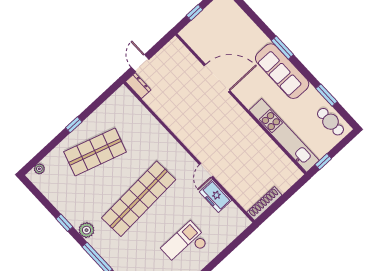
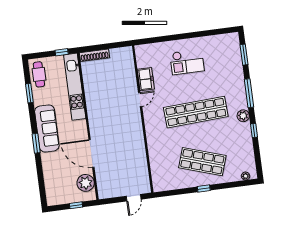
plant: (201, 43) -> (86, 183), added
dresser: (138, 86) -> (145, 184), removed
shoe rack: (264, 204) -> (94, 55), moved

